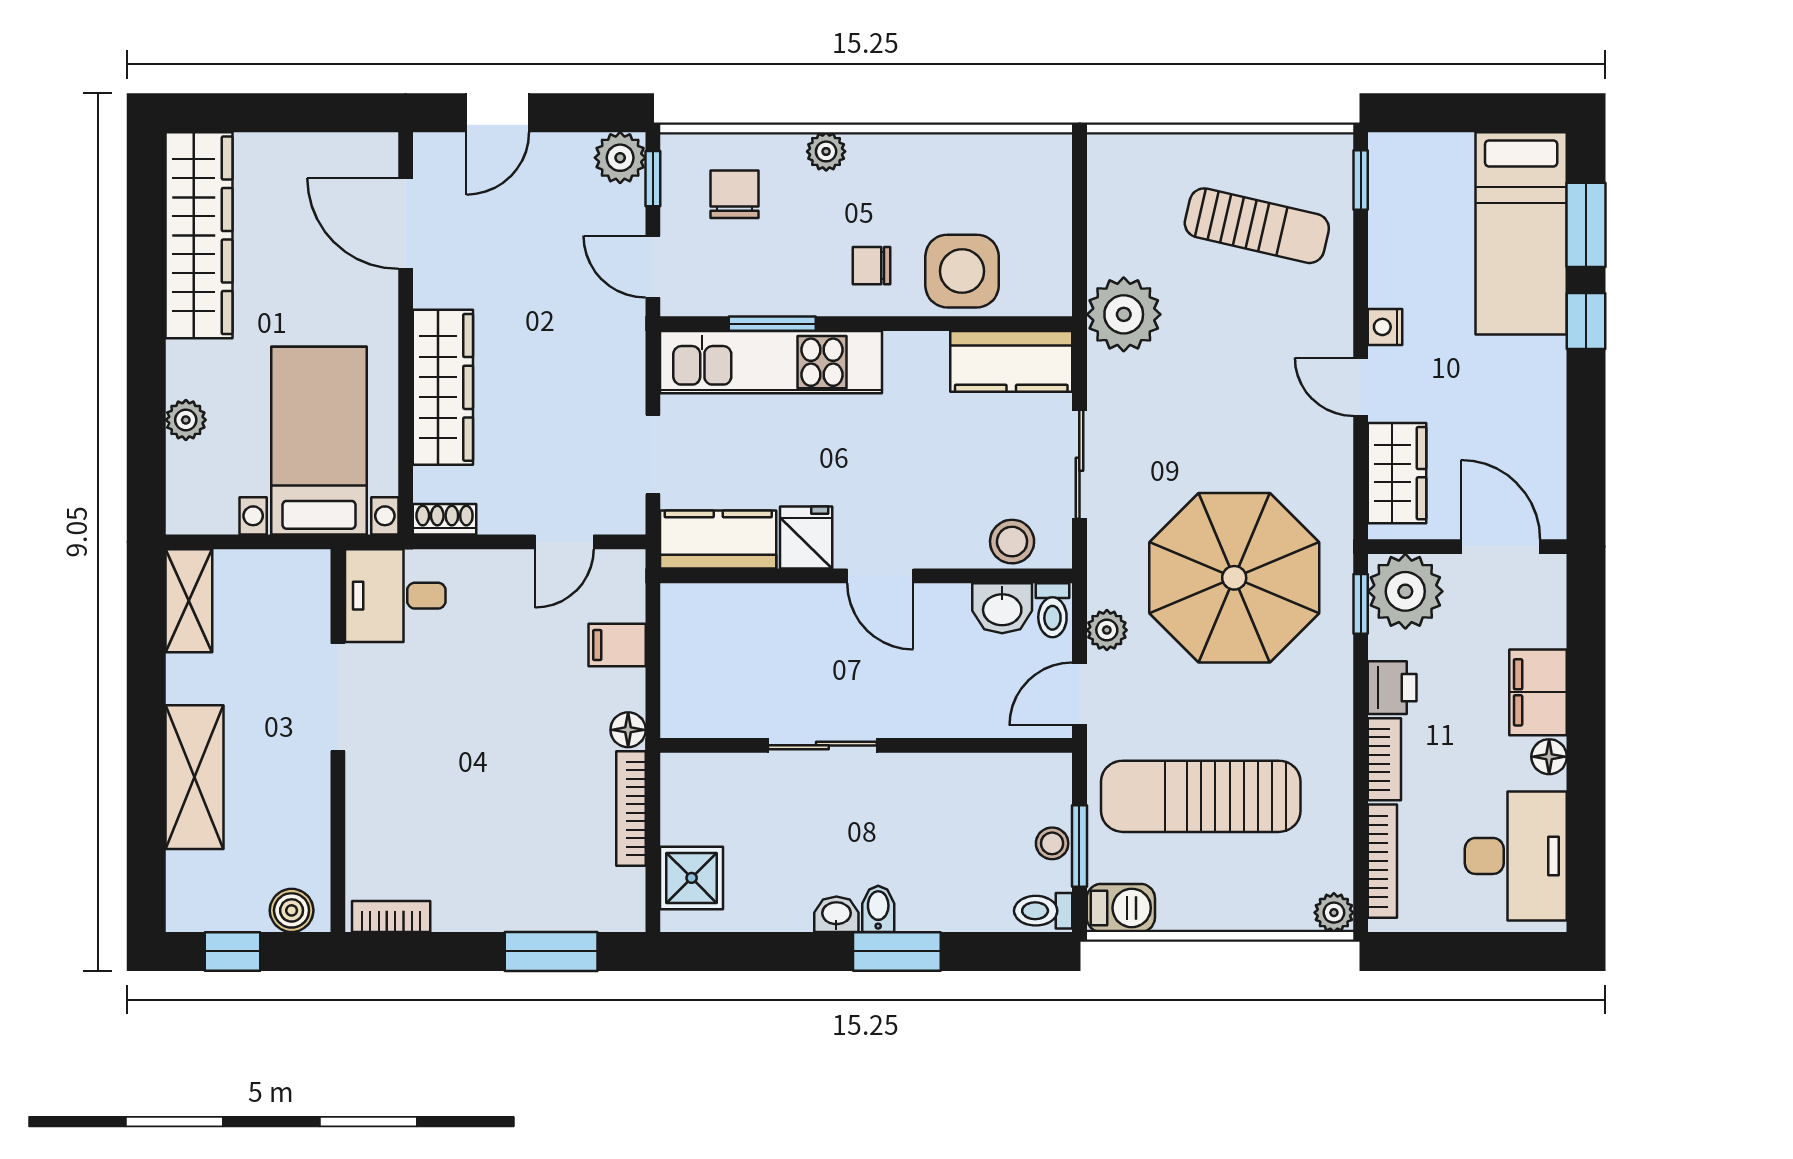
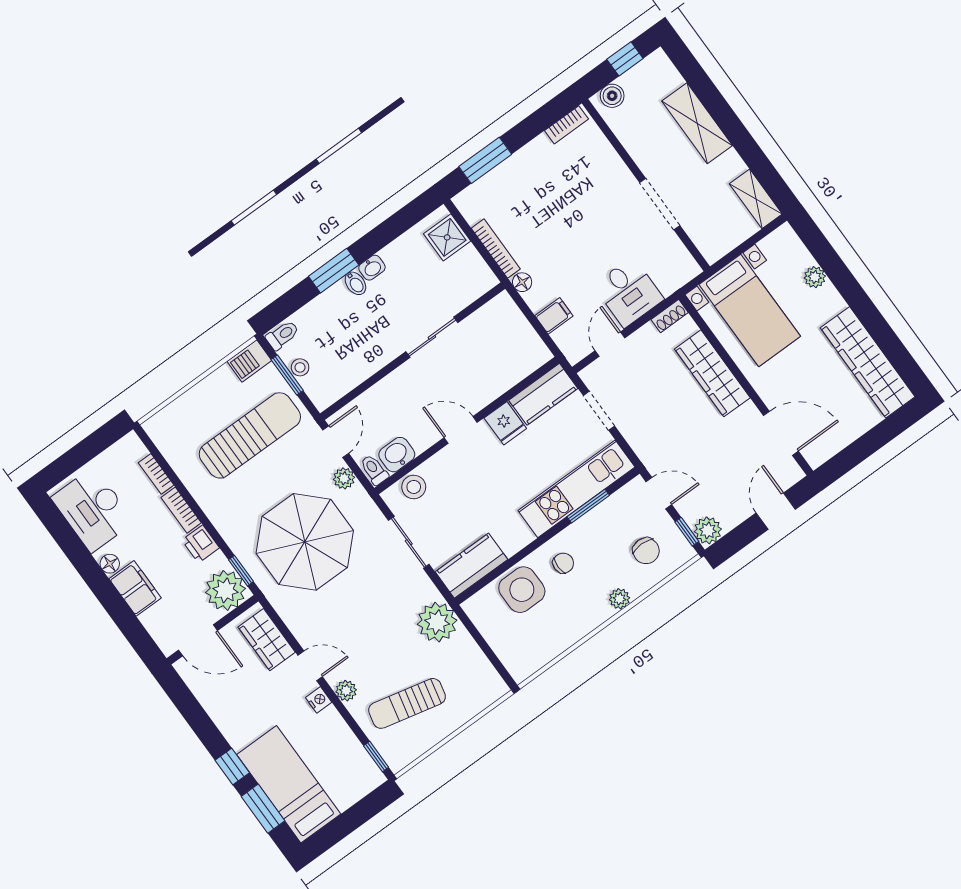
desk: (395, 596) -> (629, 292), moved, turned 90
bookcase: (1382, 861) -> (156, 474), width x0.64
plant: (1334, 913) -> (346, 691), moved

